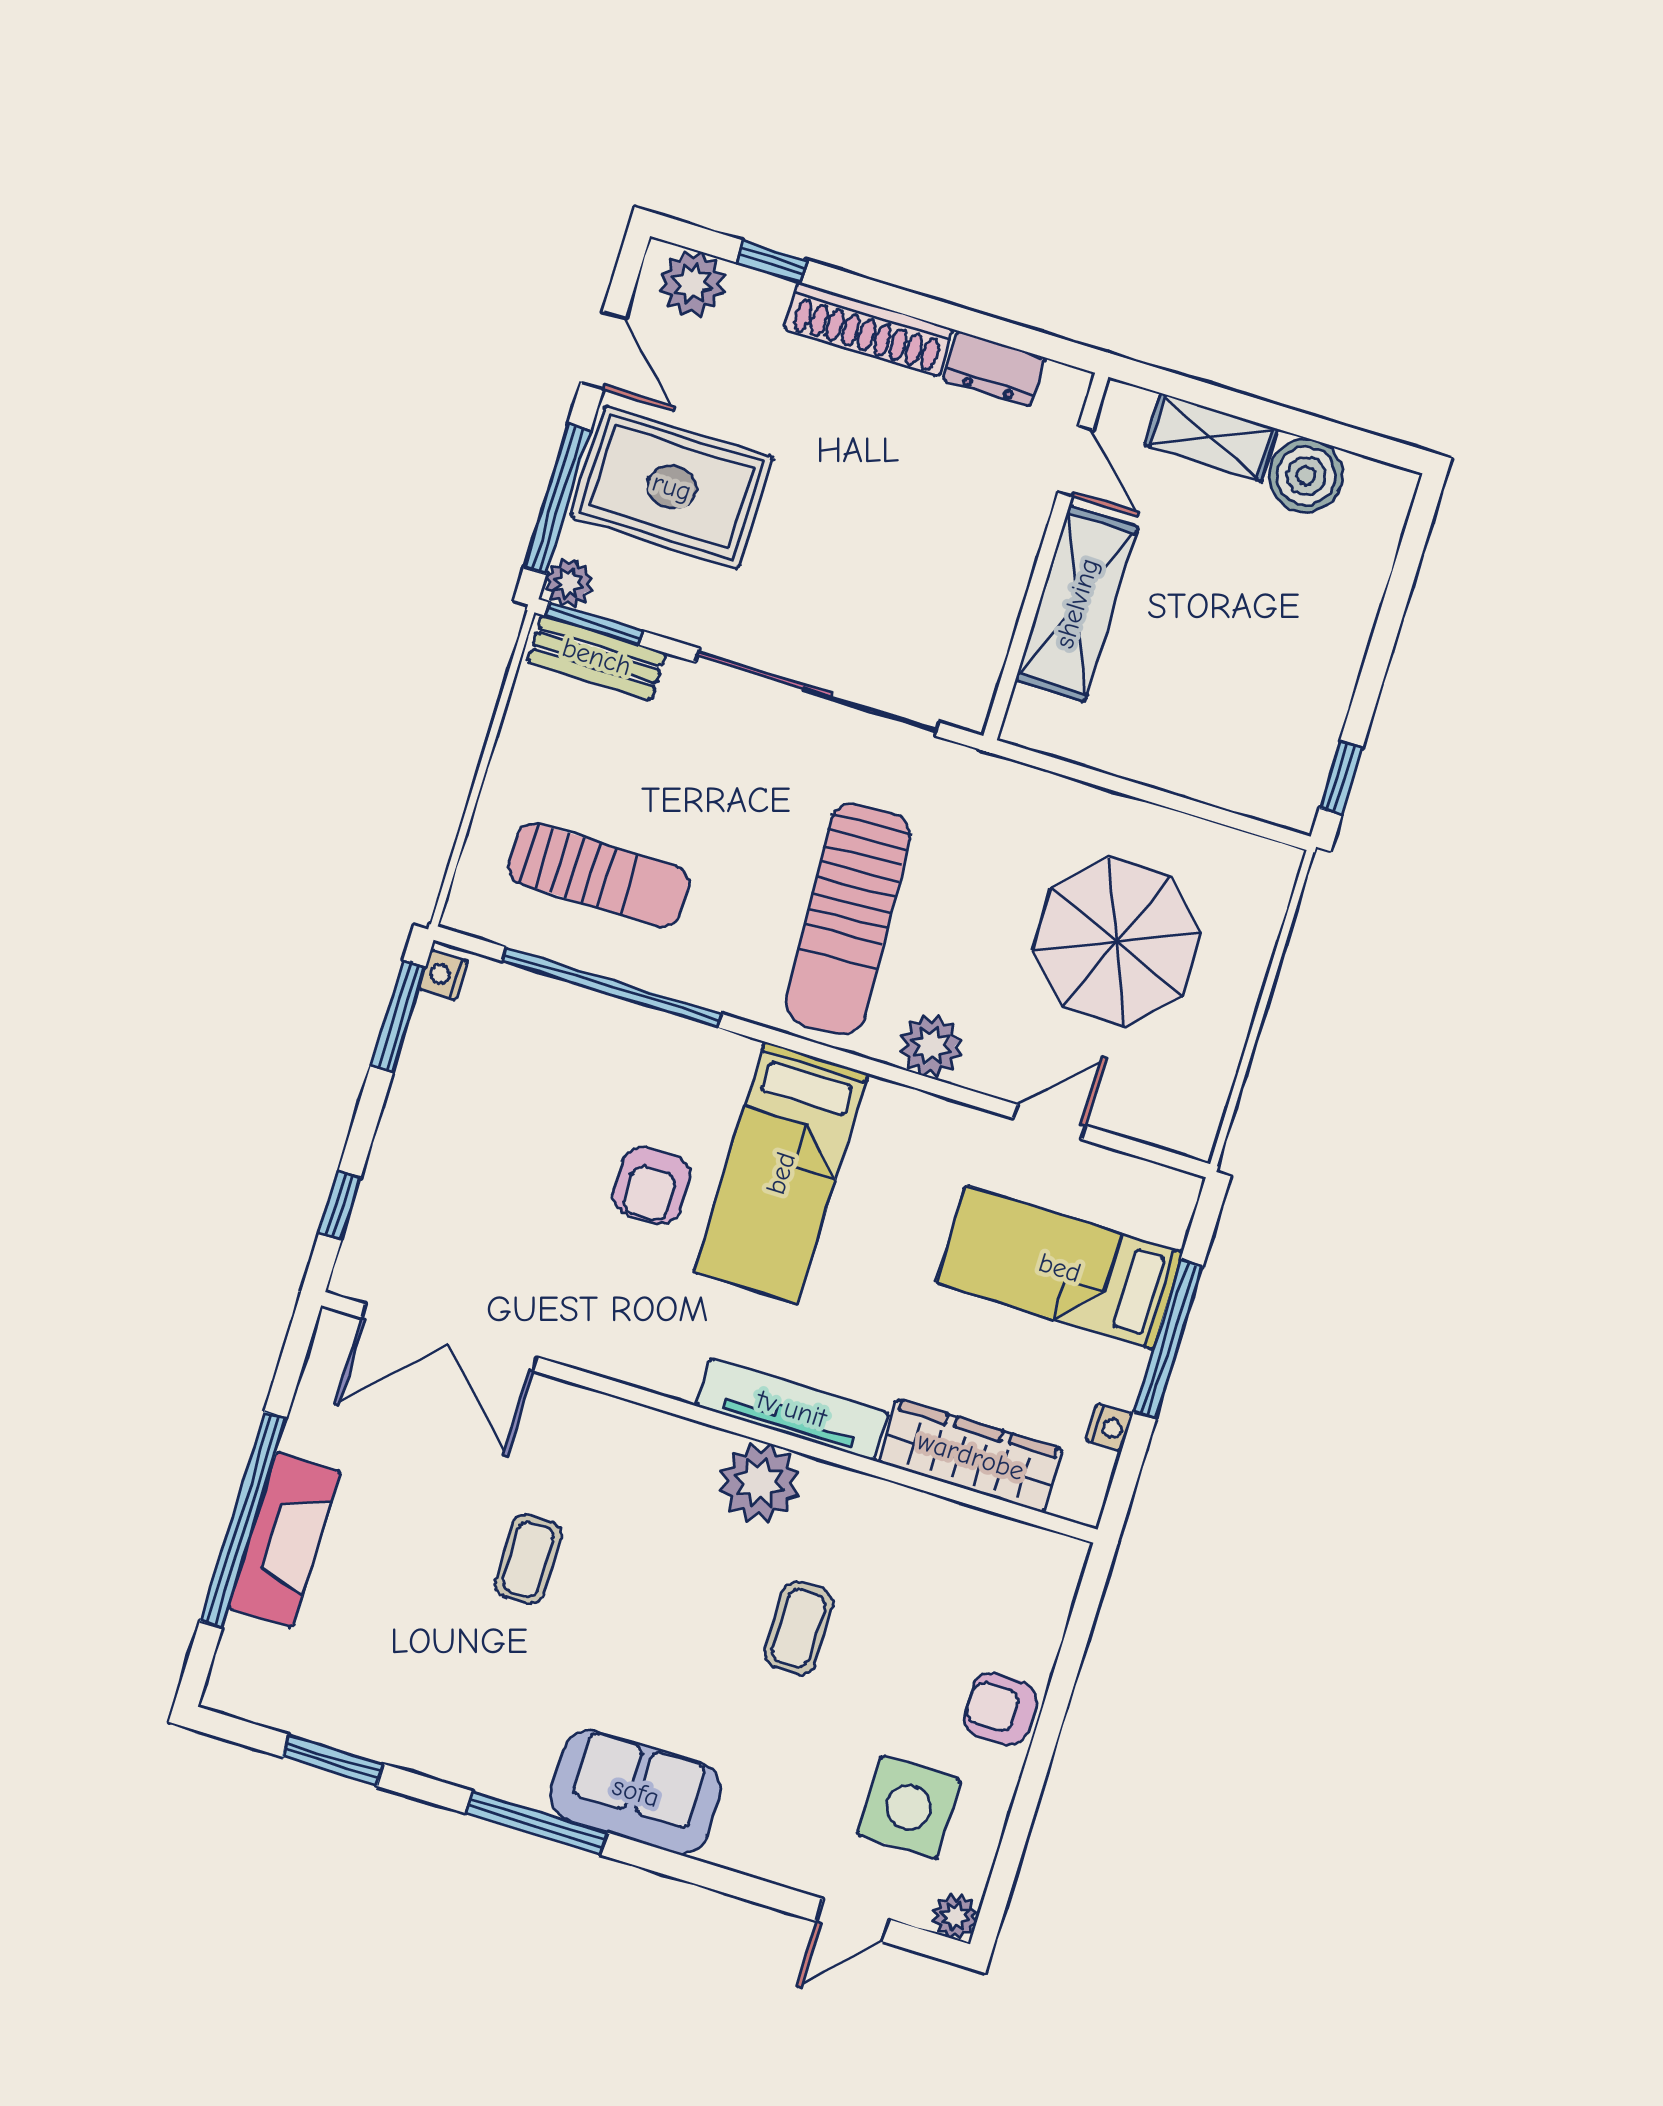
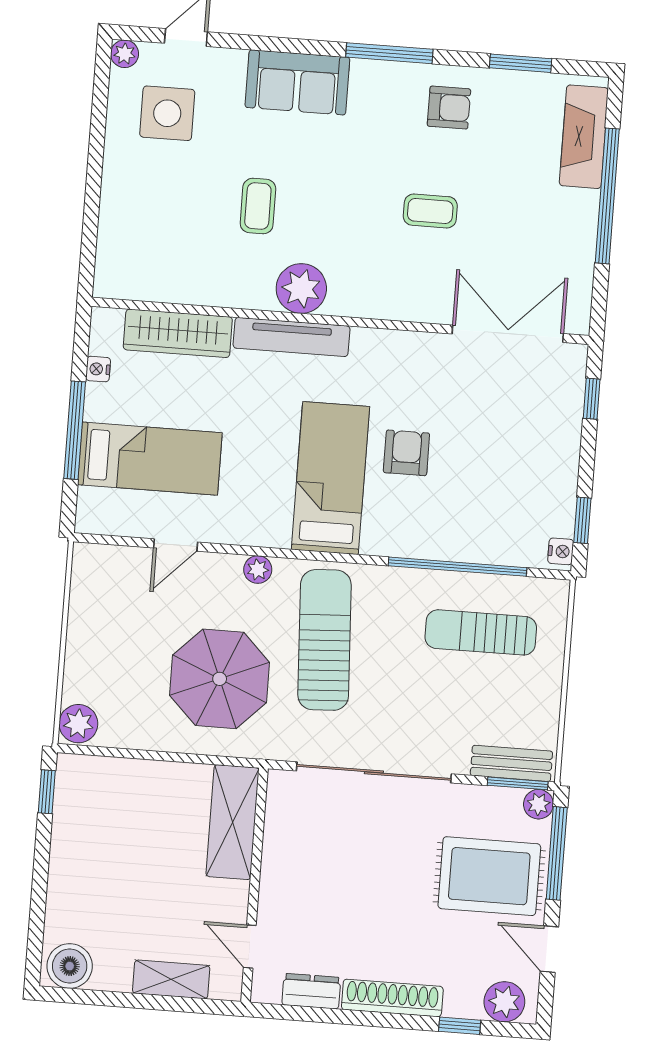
boiler: (1306, 476) -> (70, 966), moved
shelving: (1077, 603) -> (233, 822), moved
plant: (1267, 874) -> (78, 724), added
parasol: (1117, 942) -> (220, 679), moved
window: (398, 1016) -> (582, 520), width x0.67
plant: (931, 1046) -> (258, 570), width x0.73, depth x0.73
fireplace: (284, 1539) -> (584, 137), moved
coffee table: (528, 1559) -> (430, 211), turned 90
armchair: (1000, 1709) -> (449, 108), moved
sofa: (636, 1792) -> (297, 82), moved

